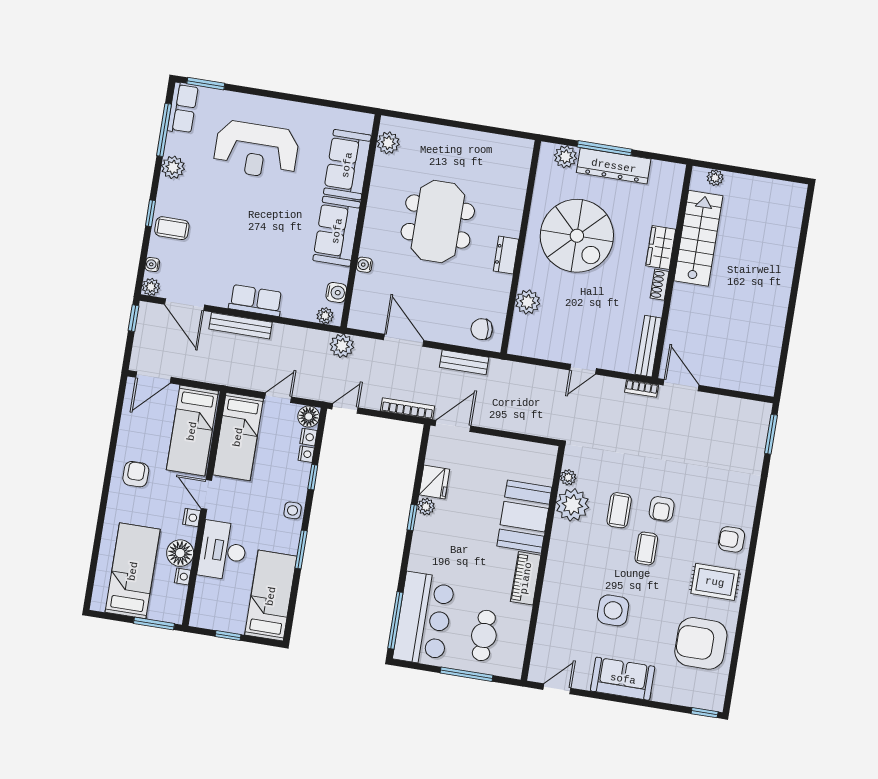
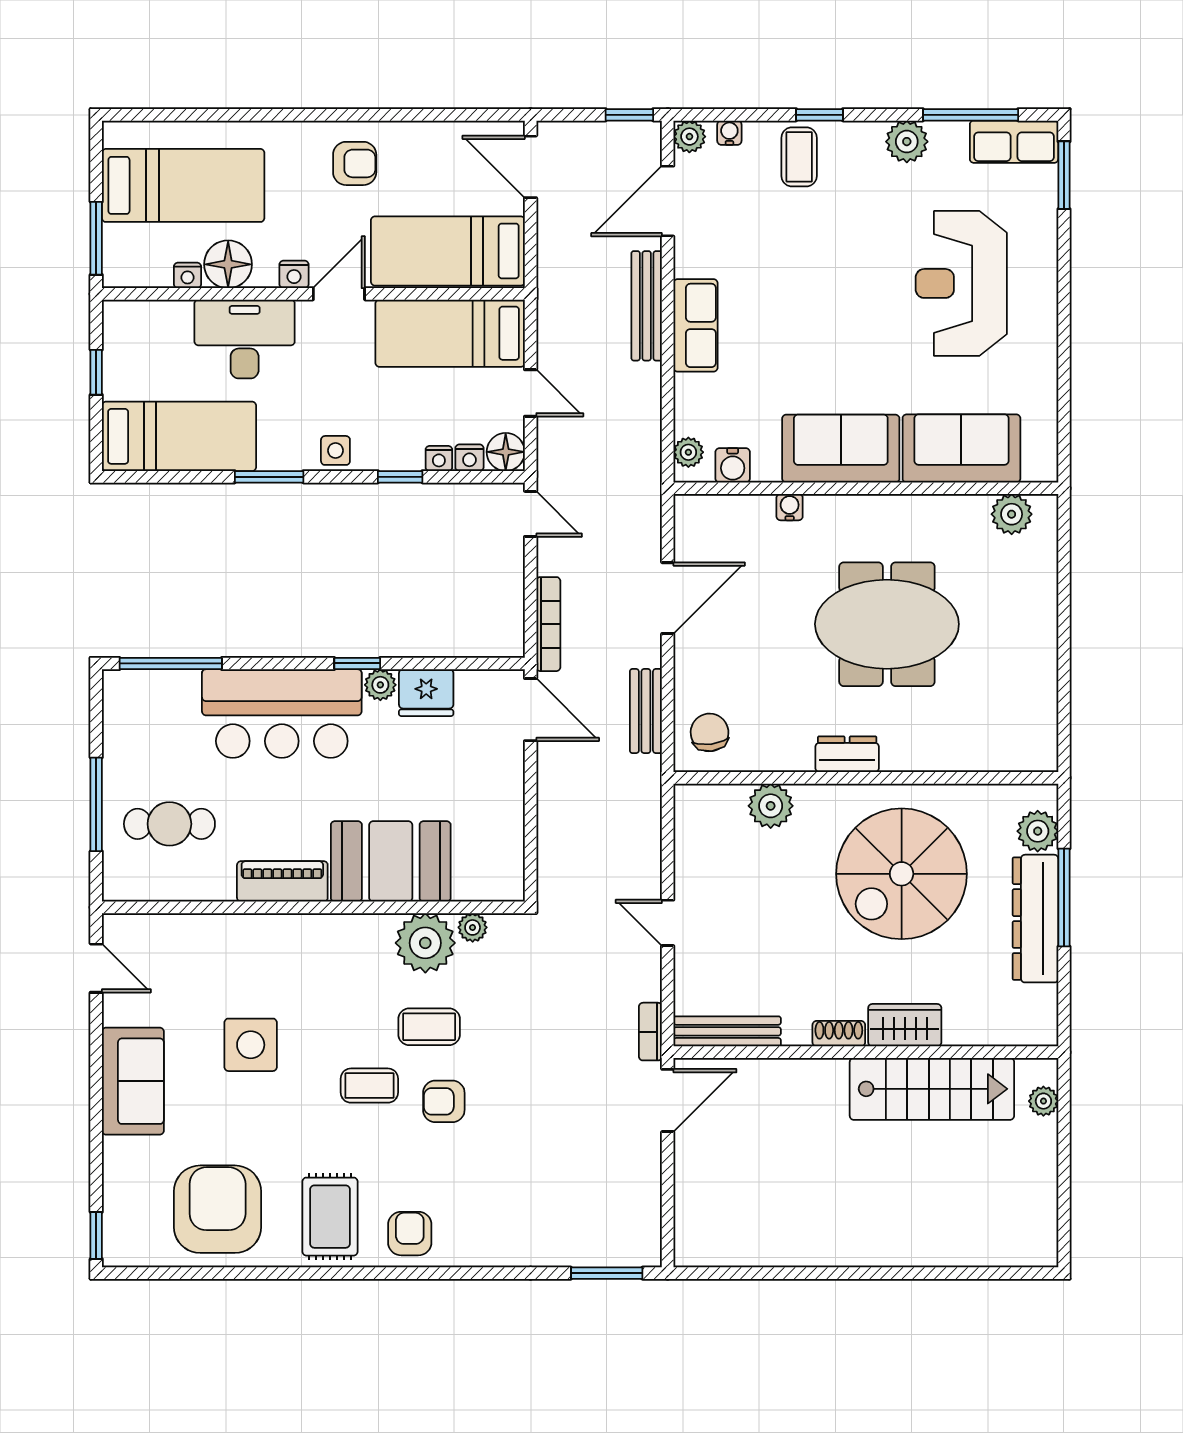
plant: (342, 346) -> (640, 491), removed
bar counter: (424, 619) -> (282, 714), moved

